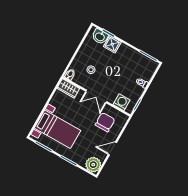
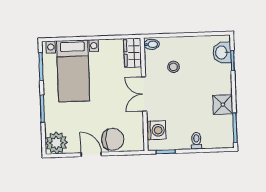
shower: (112, 44) -> (223, 105), moved
chair: (105, 122) -> (113, 139), moved

